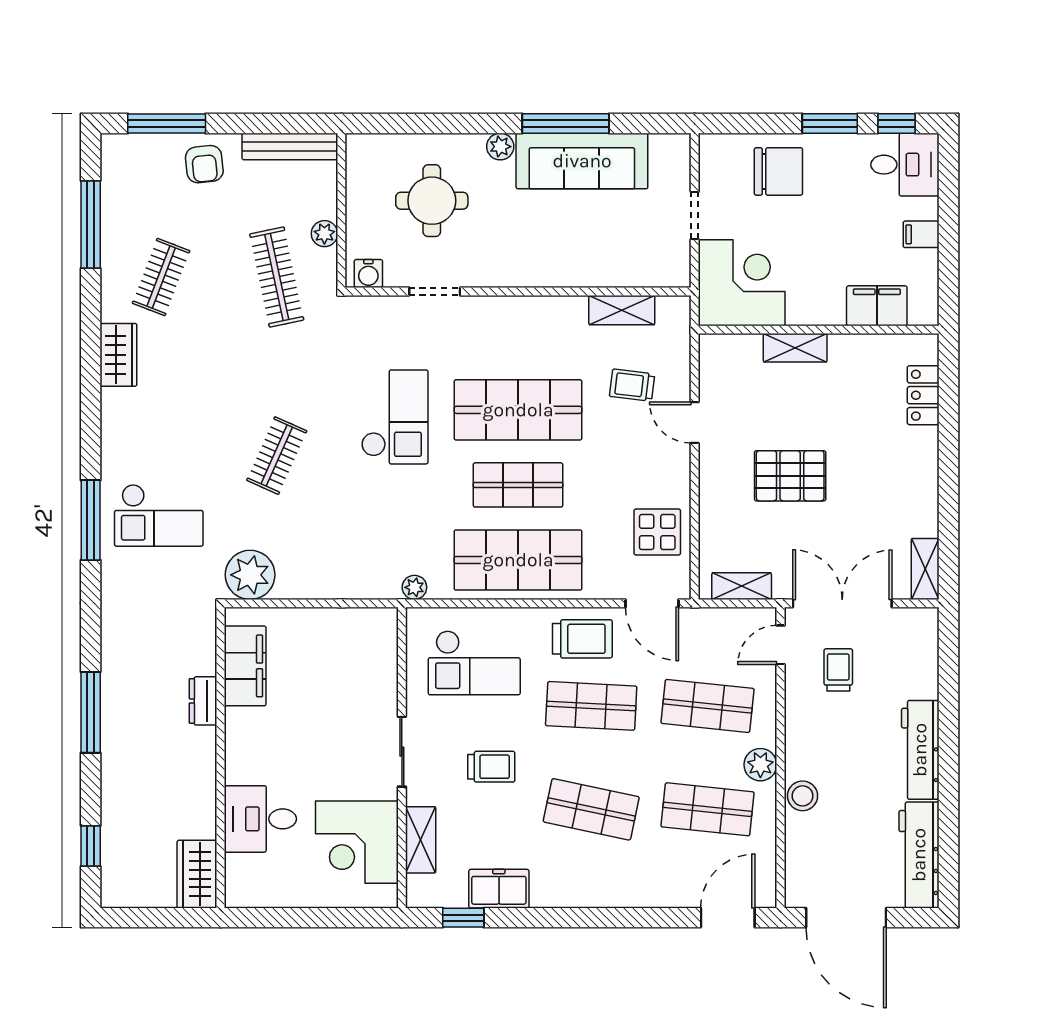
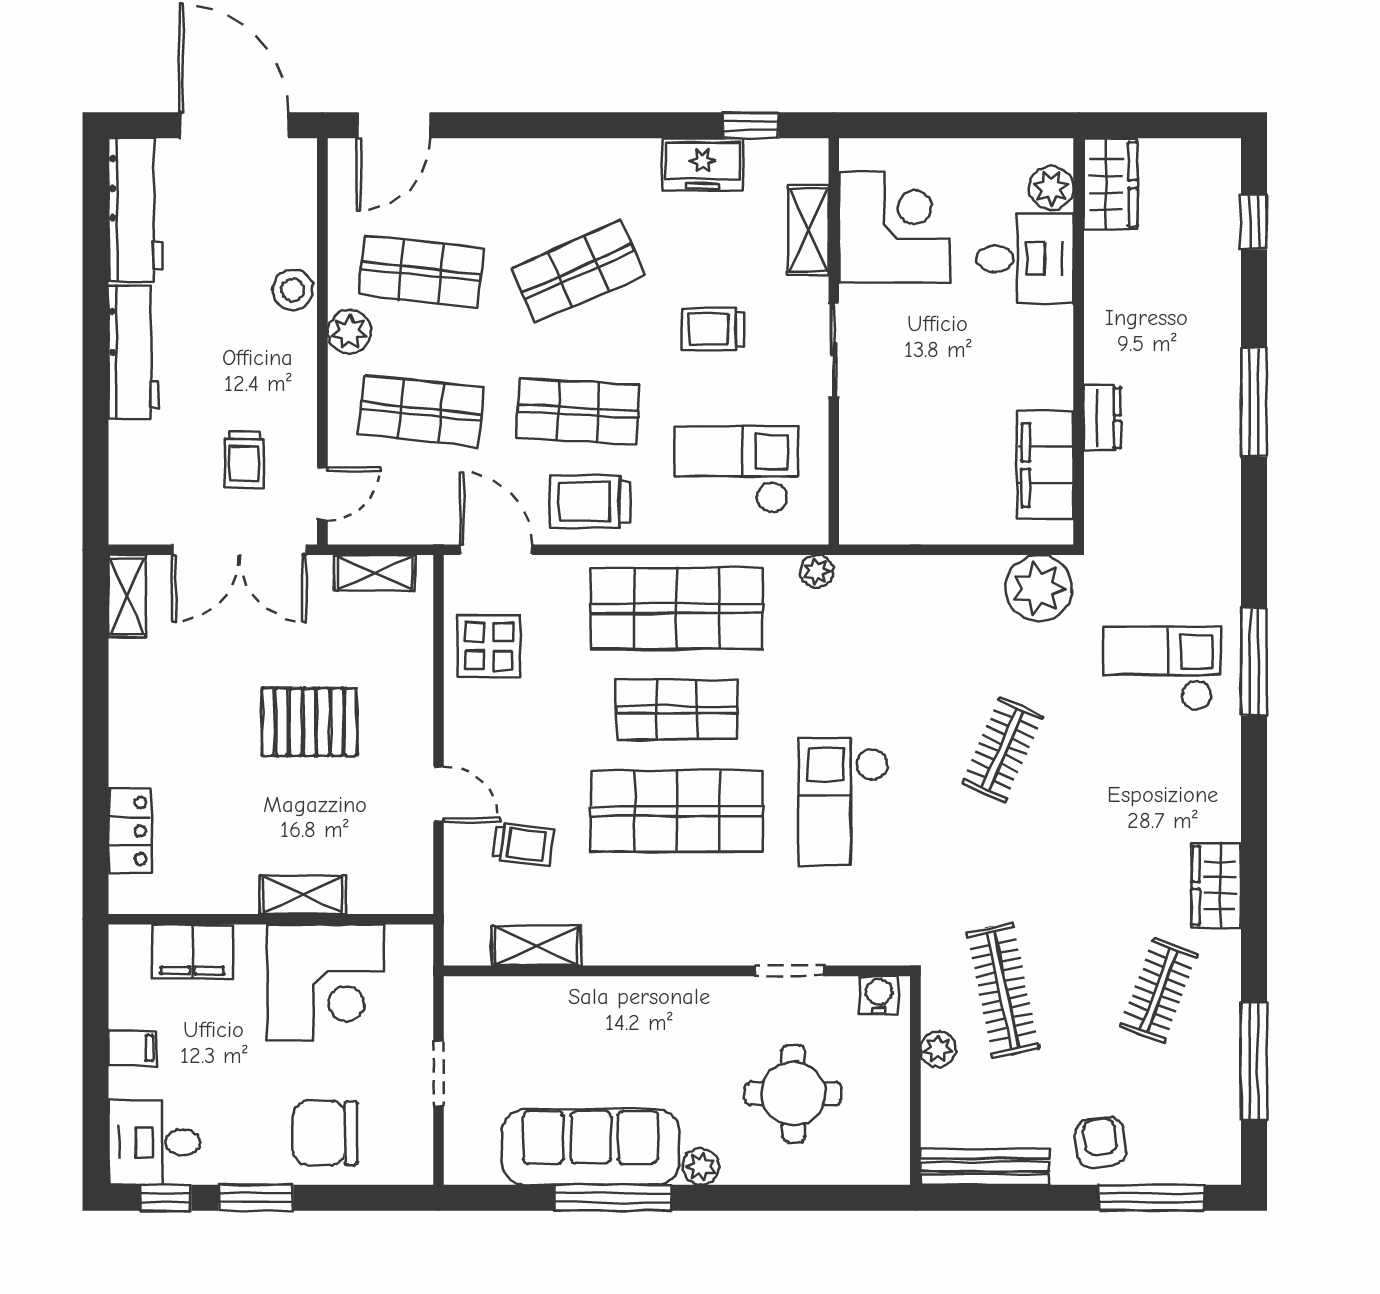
corner desk: (742, 283) -> (325, 983), moved, turned -90
shop shelf: (591, 809) -> (578, 272), turned -36
plant: (241, 871) -> (1051, 188), added

